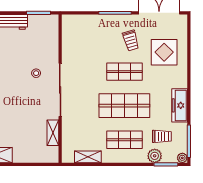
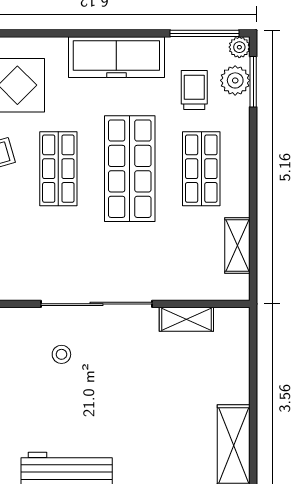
freezer: (180, 105) -> (116, 57), width x1.36, depth x1.26
plant: (155, 156) -> (235, 80), moved

